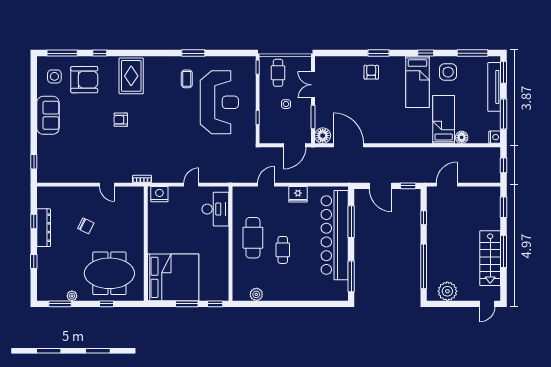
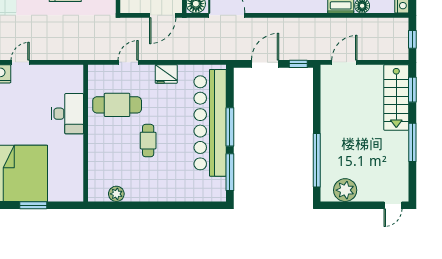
door: (191, 185) -> (20, 62), moved
door: (381, 186) -> (265, 64), swing flipped
desk: (215, 209) -> (67, 114), moved
window: (424, 218) -> (317, 102), removed
window: (351, 222) -> (230, 127), moved
cafe table: (253, 238) -> (117, 105), moved, turned 90
stairs: (490, 258) -> (396, 98), moved
window: (215, 304) -> (67, 205), removed

